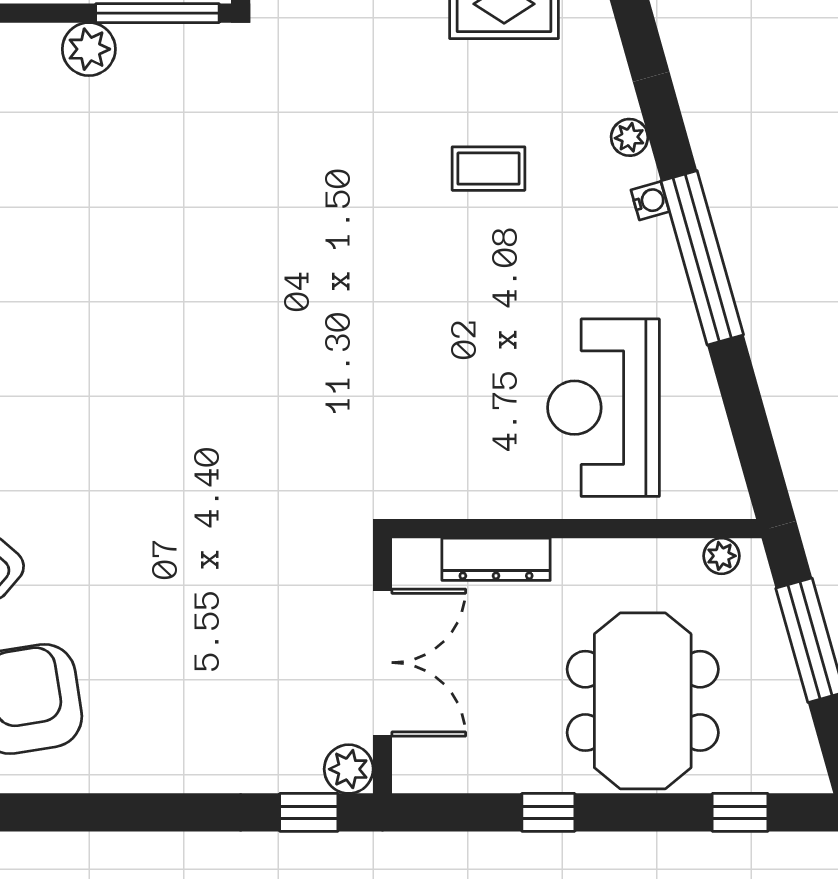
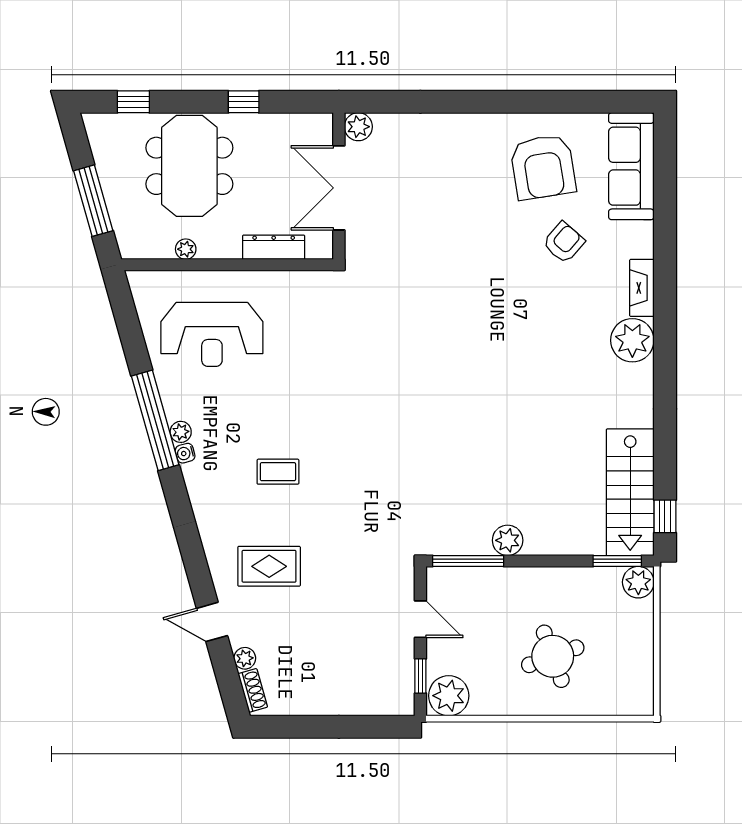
plant: (629, 137) -> (181, 432), moved
reception desk: (603, 408) -> (212, 334), turned 90
plant: (721, 556) -> (186, 249), moved
window: (309, 812) -> (381, 102), removed

